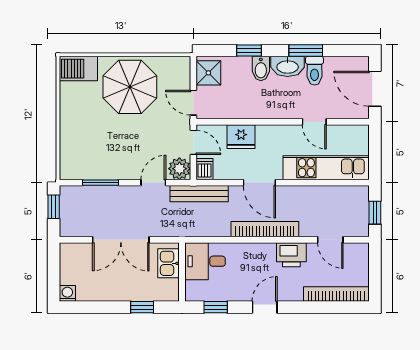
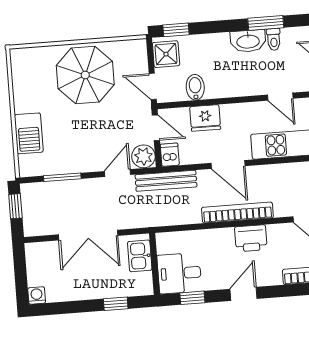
window: (249, 51) -> (176, 30), moved
barbecue: (78, 69) -> (29, 133), moved, turned -90
bidet: (261, 69) -> (195, 87), moved, turned 180
toilet: (315, 71) -> (274, 39), width x0.73, depth x0.72
printer: (291, 255) -> (251, 238), moved
desk: (205, 261) -> (179, 273), moved

